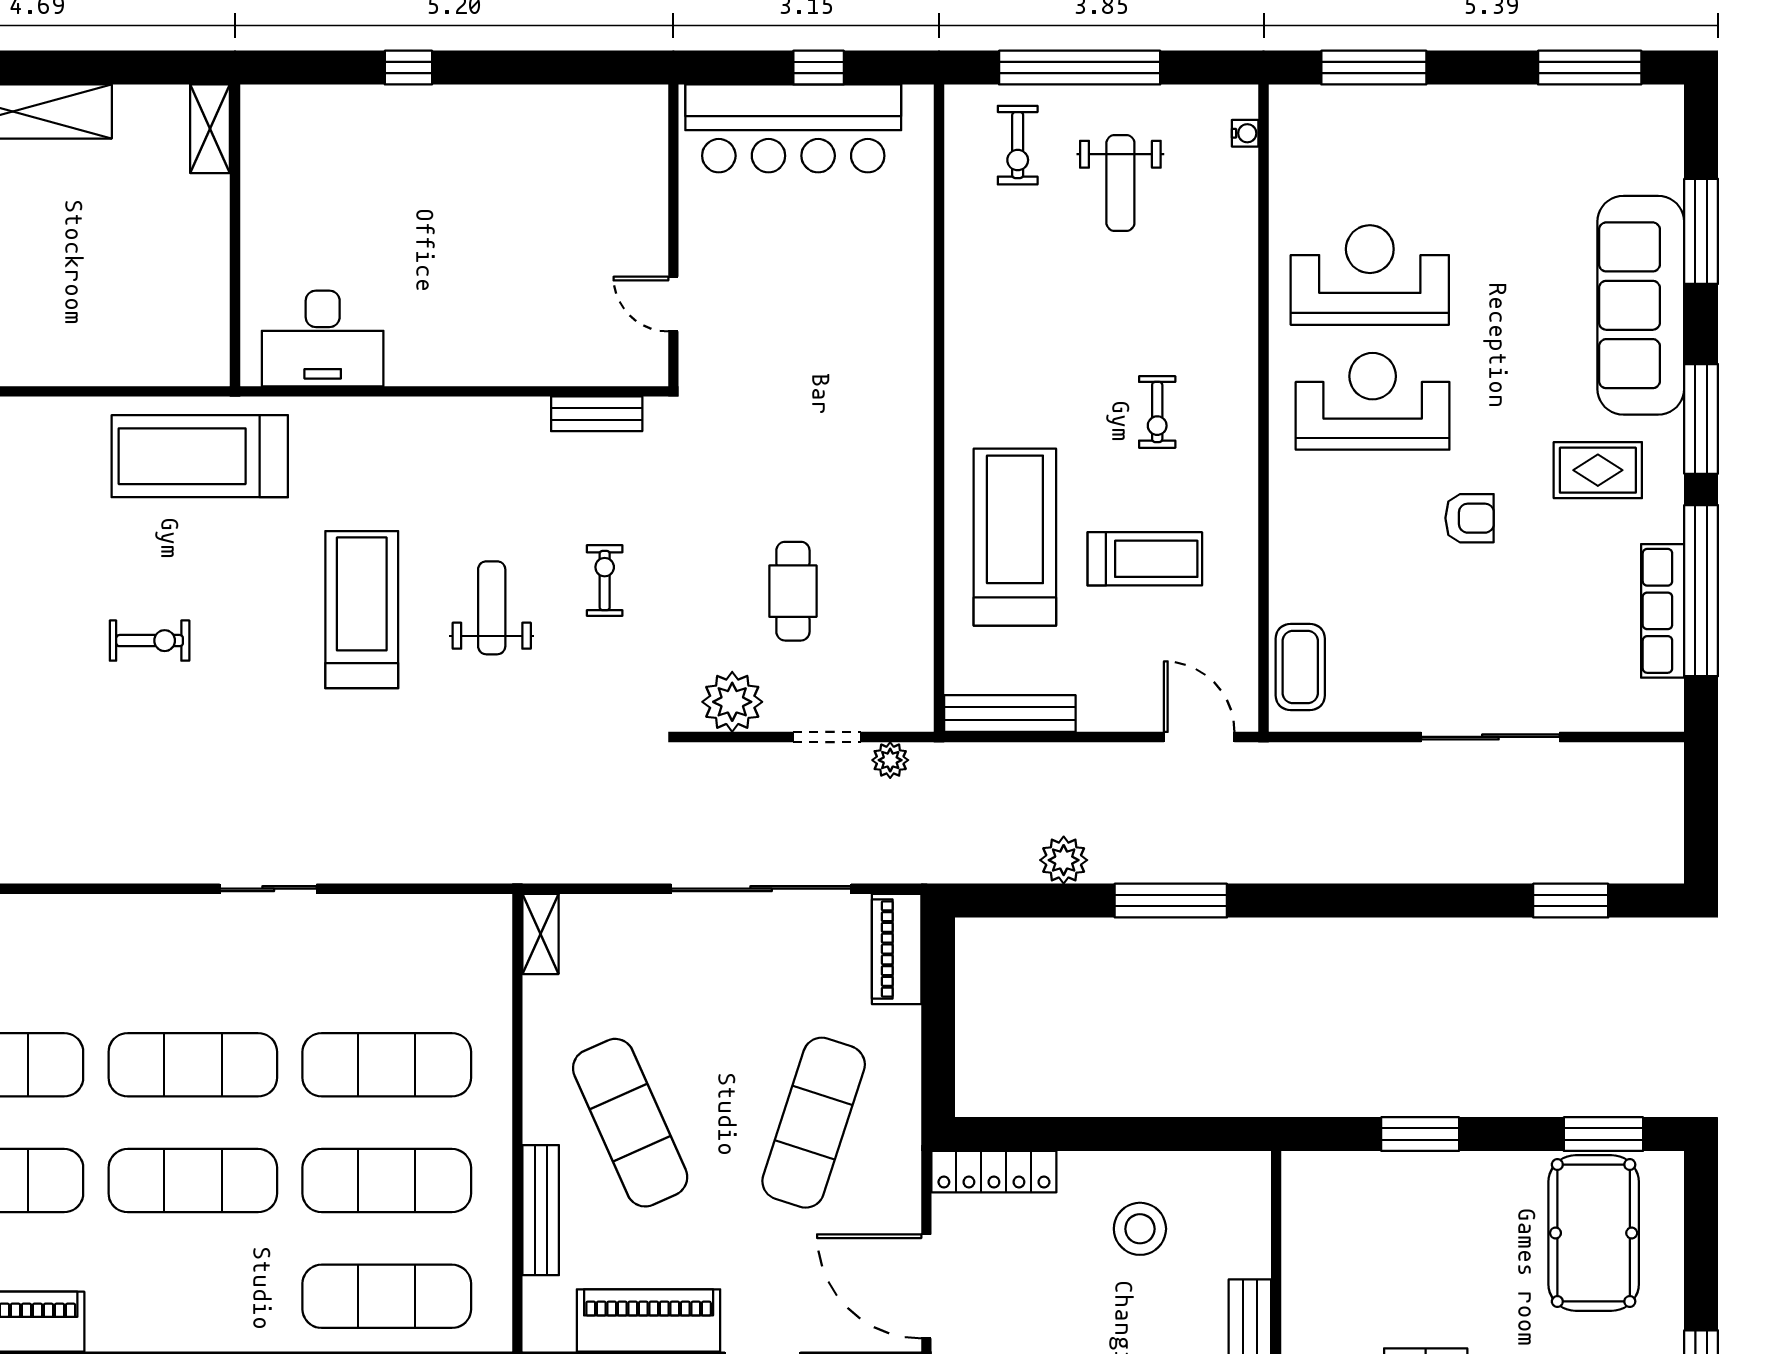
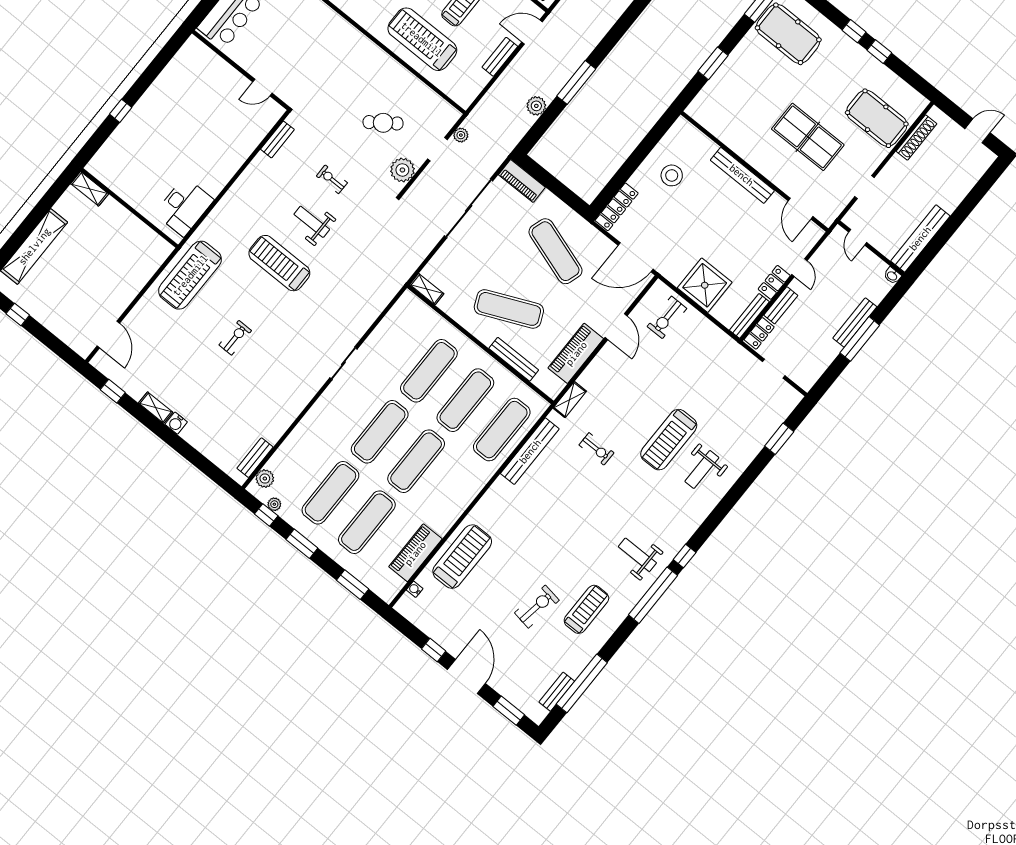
cafe table: (793, 591) -> (383, 123), turned -36
bench: (1010, 713) -> (500, 57), moved, width x0.73

